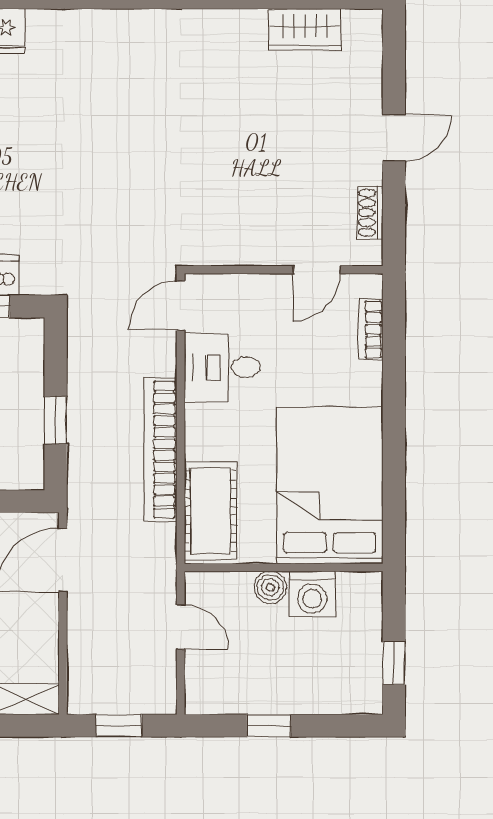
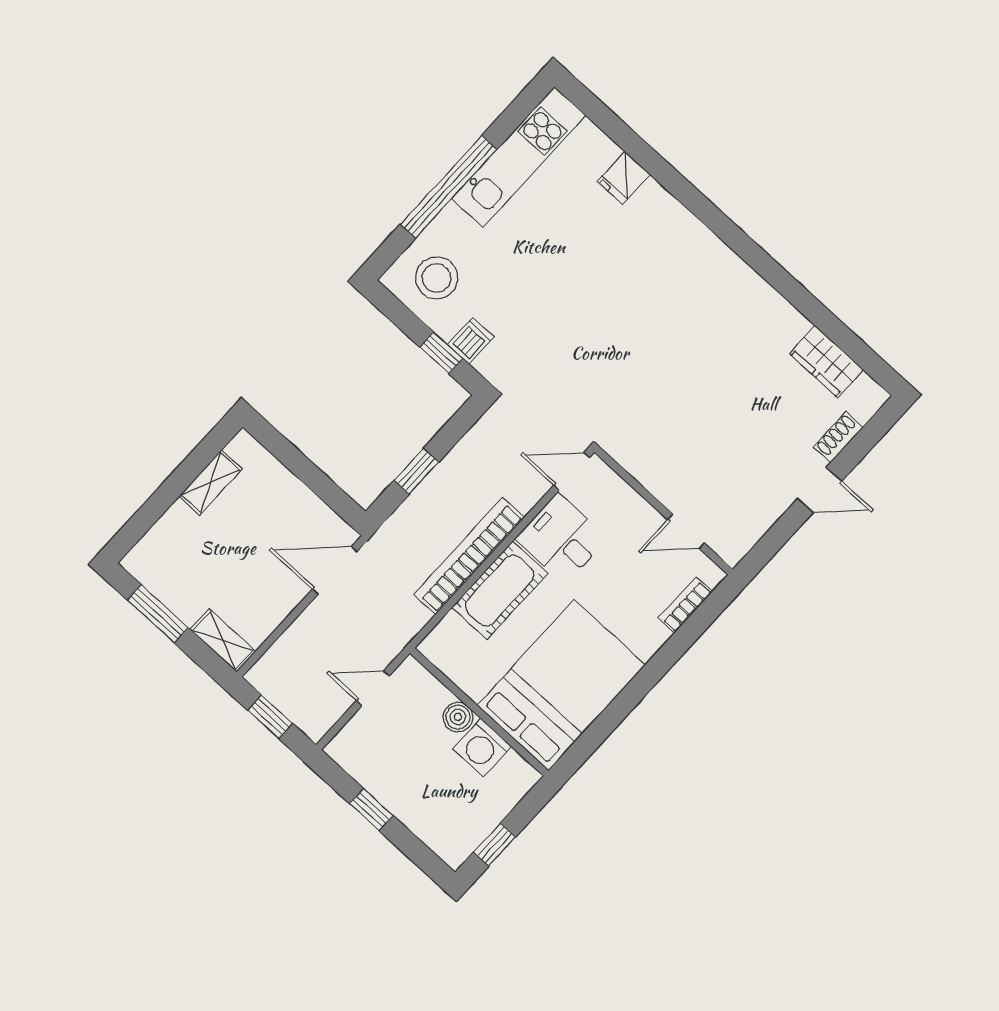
shoe rack: (370, 213) -> (838, 437), moved
cot: (210, 511) -> (500, 590), moved
door: (181, 627) -> (373, 688), swing flipped

